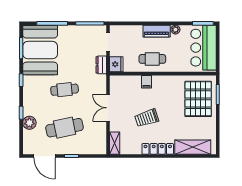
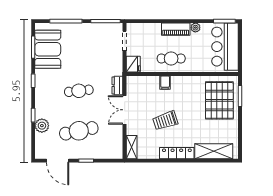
booth: (40, 50) -> (48, 49), width x0.73, depth x0.70
dresser: (101, 65) -> (117, 86), moved

